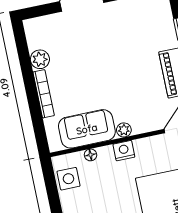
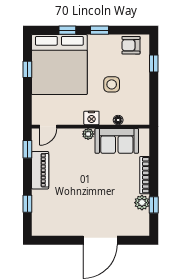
window: (25, 59) -> (154, 205), added
side table: (68, 179) -> (112, 84), moved

